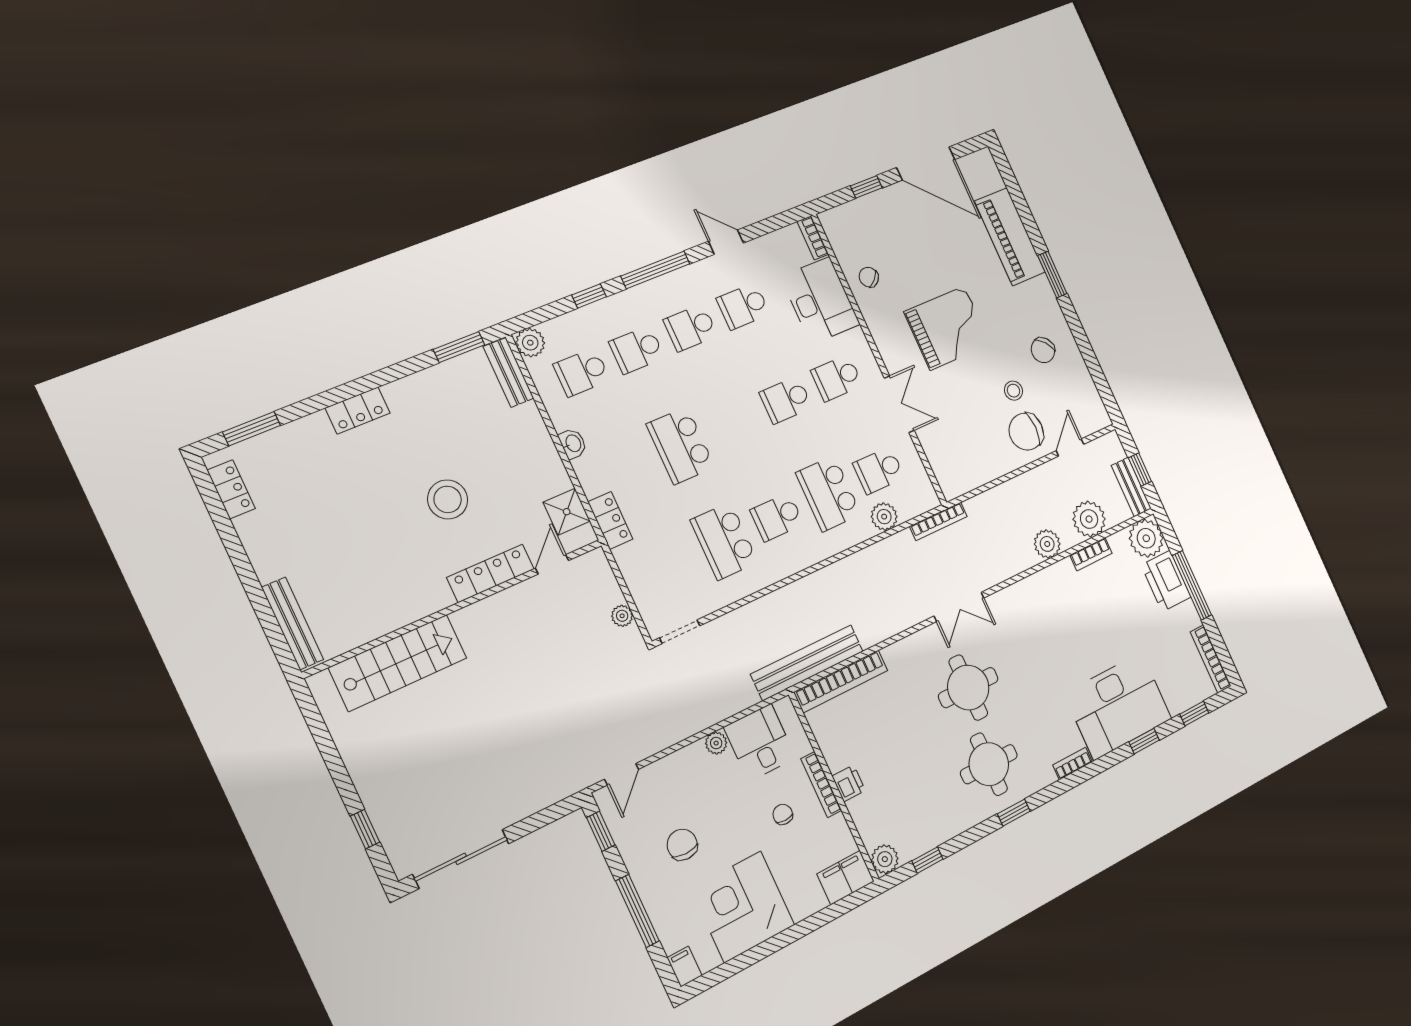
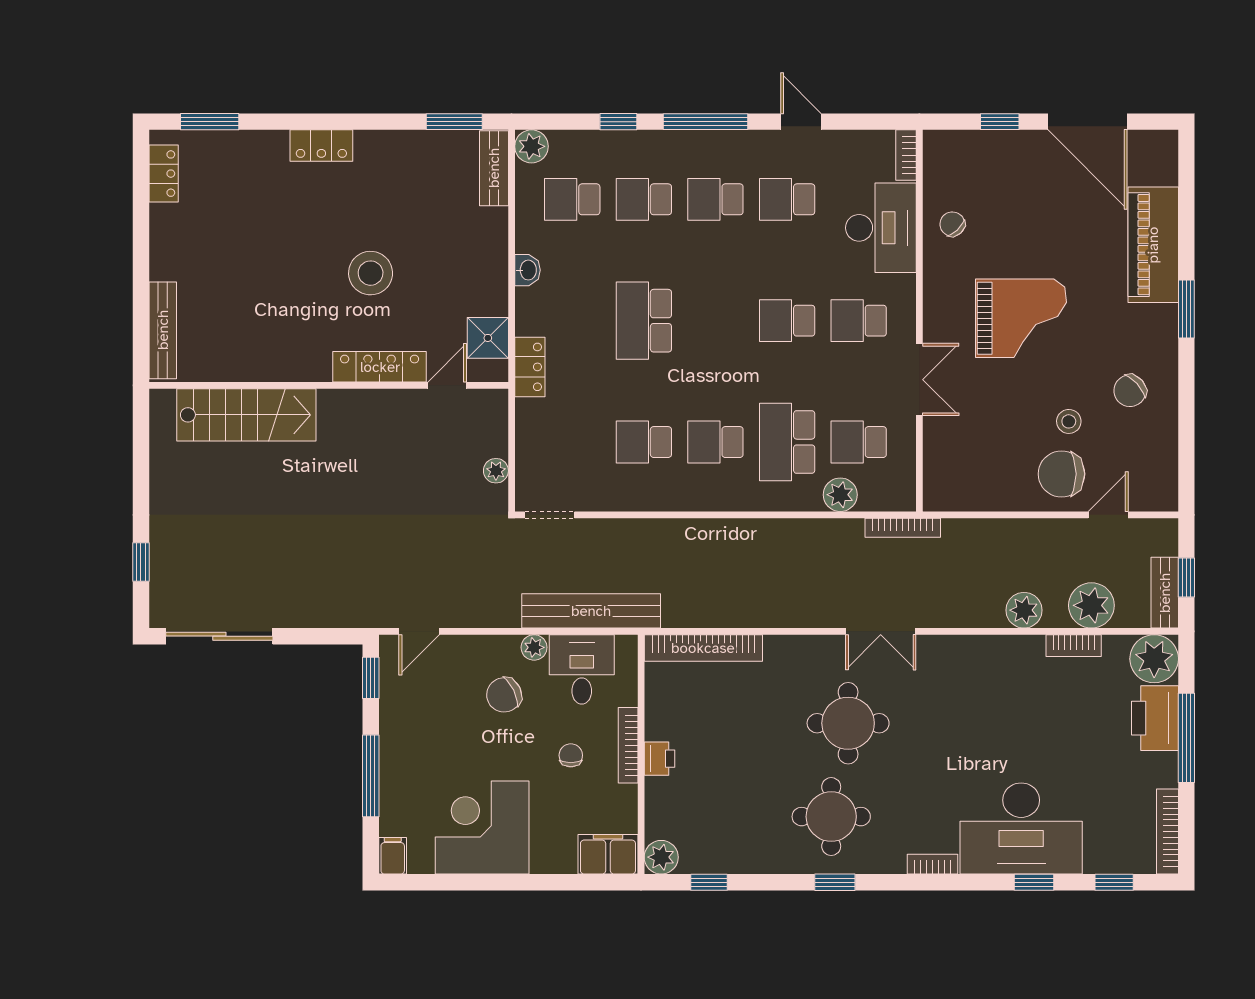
school desk: (724, 541) -> (644, 442), width x0.54
bench: (807, 663) -> (591, 611), moved
chair: (682, 845) -> (504, 695), moved, turned -116

